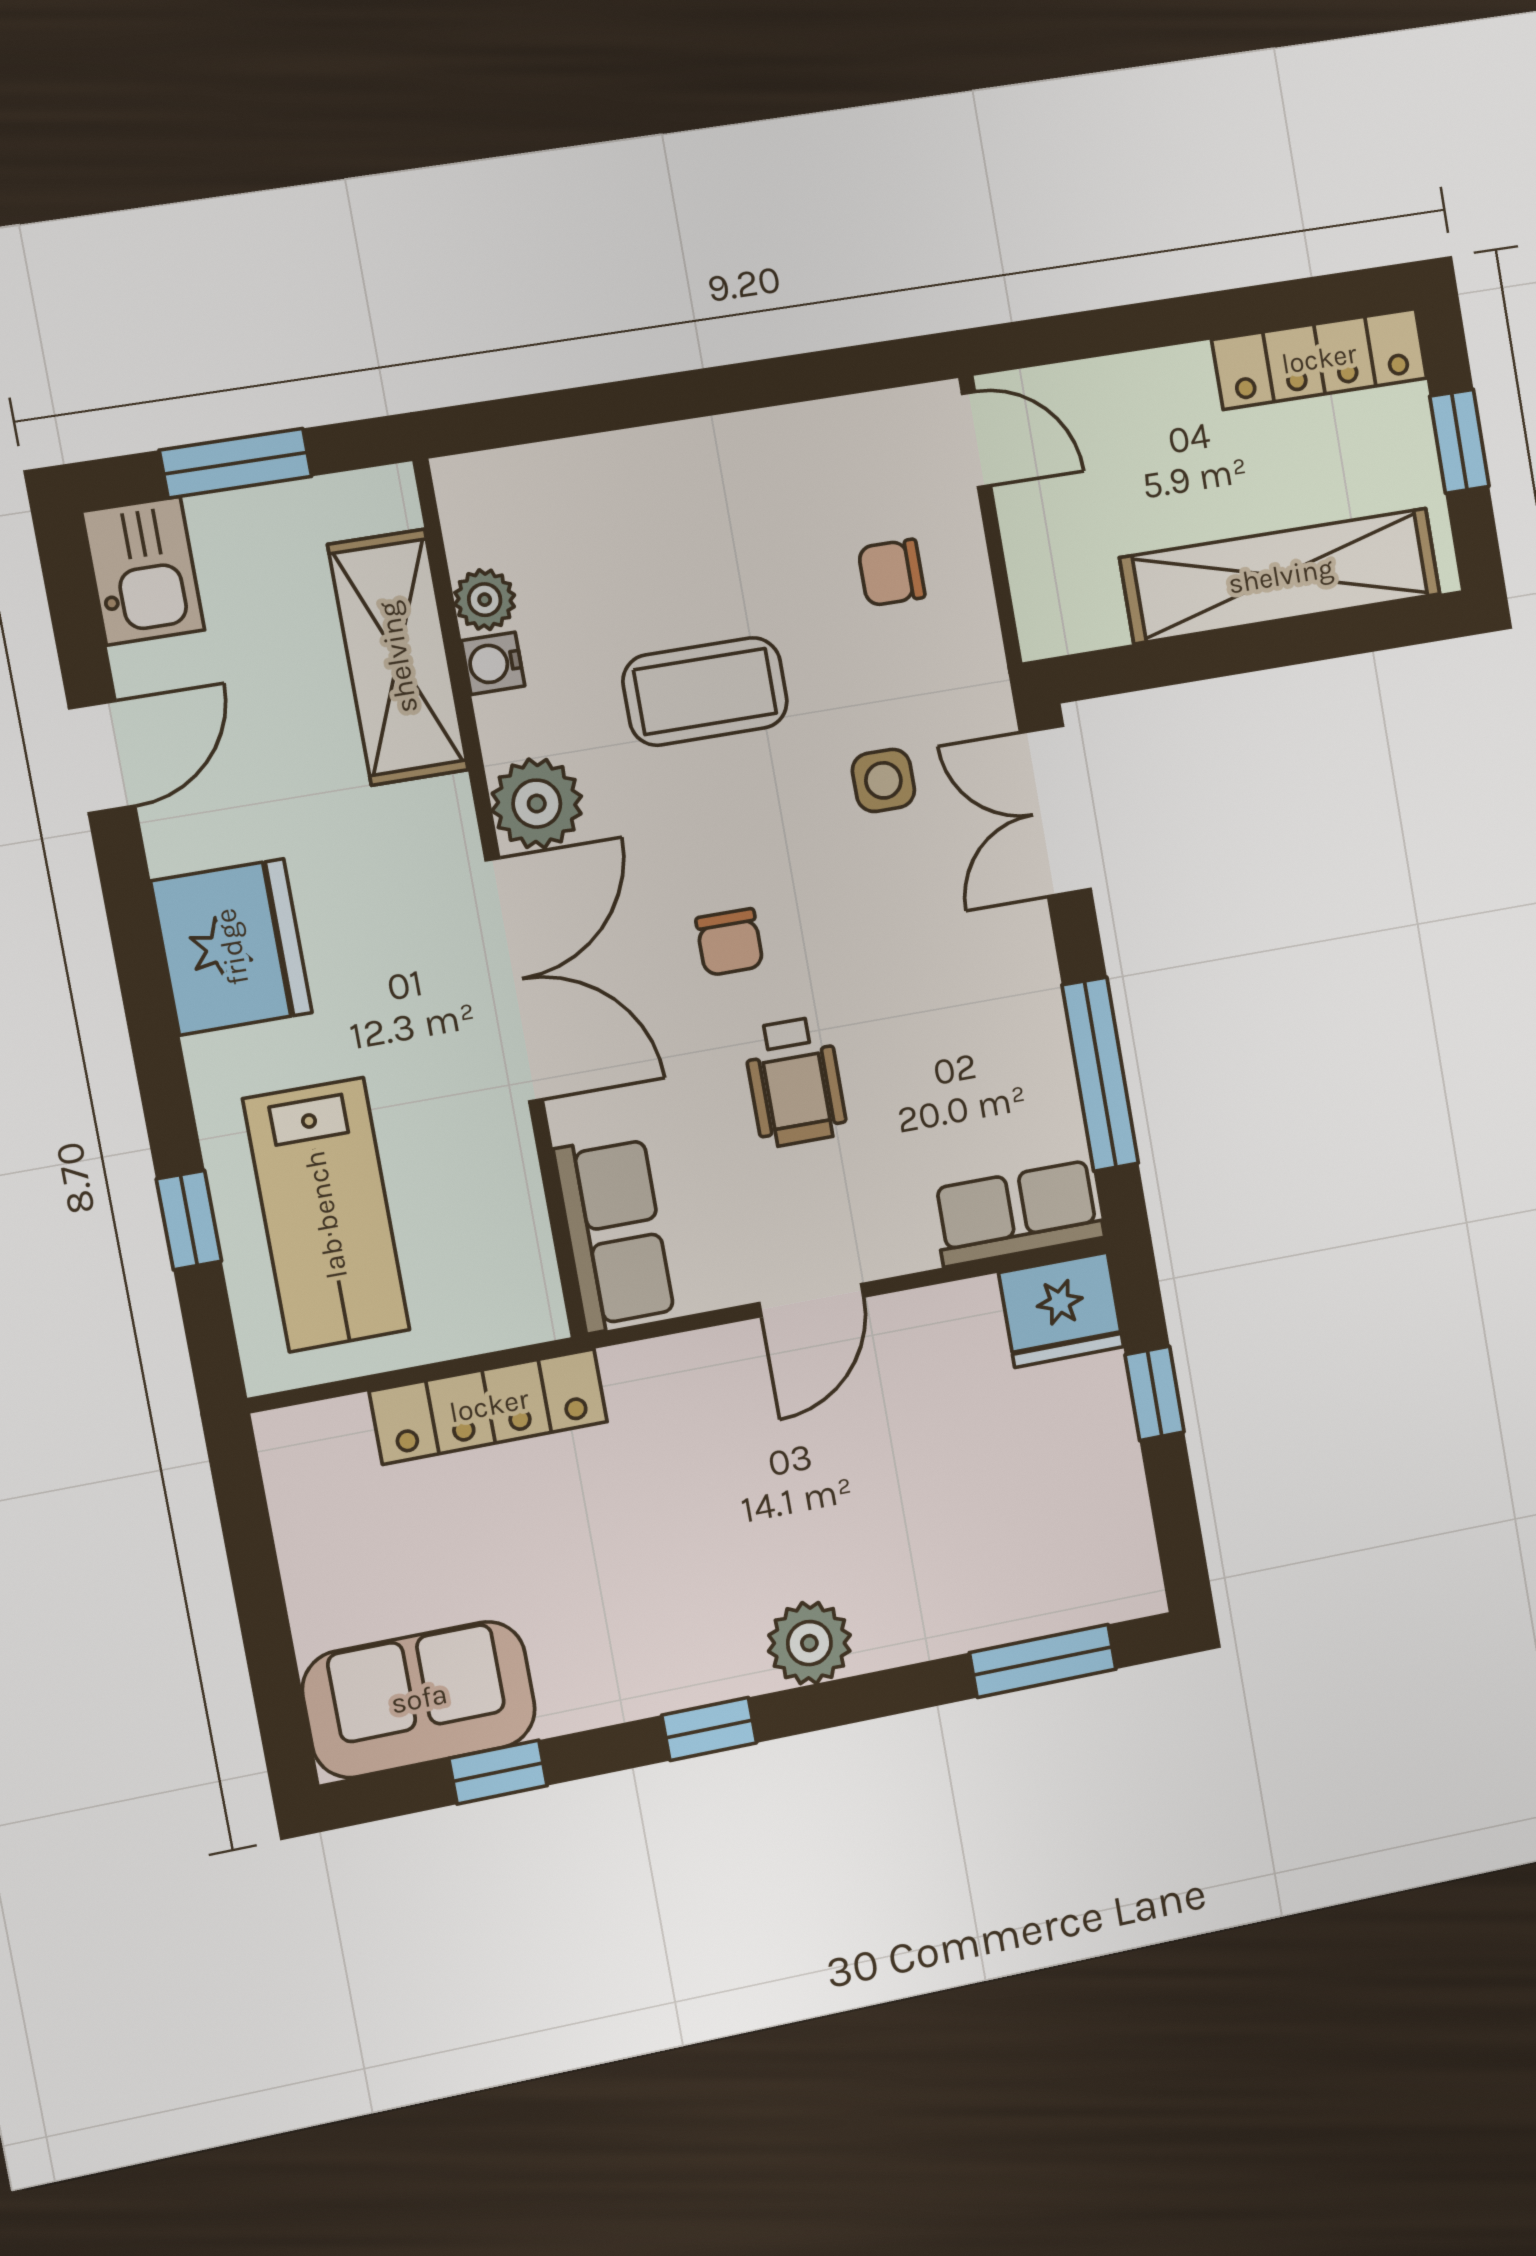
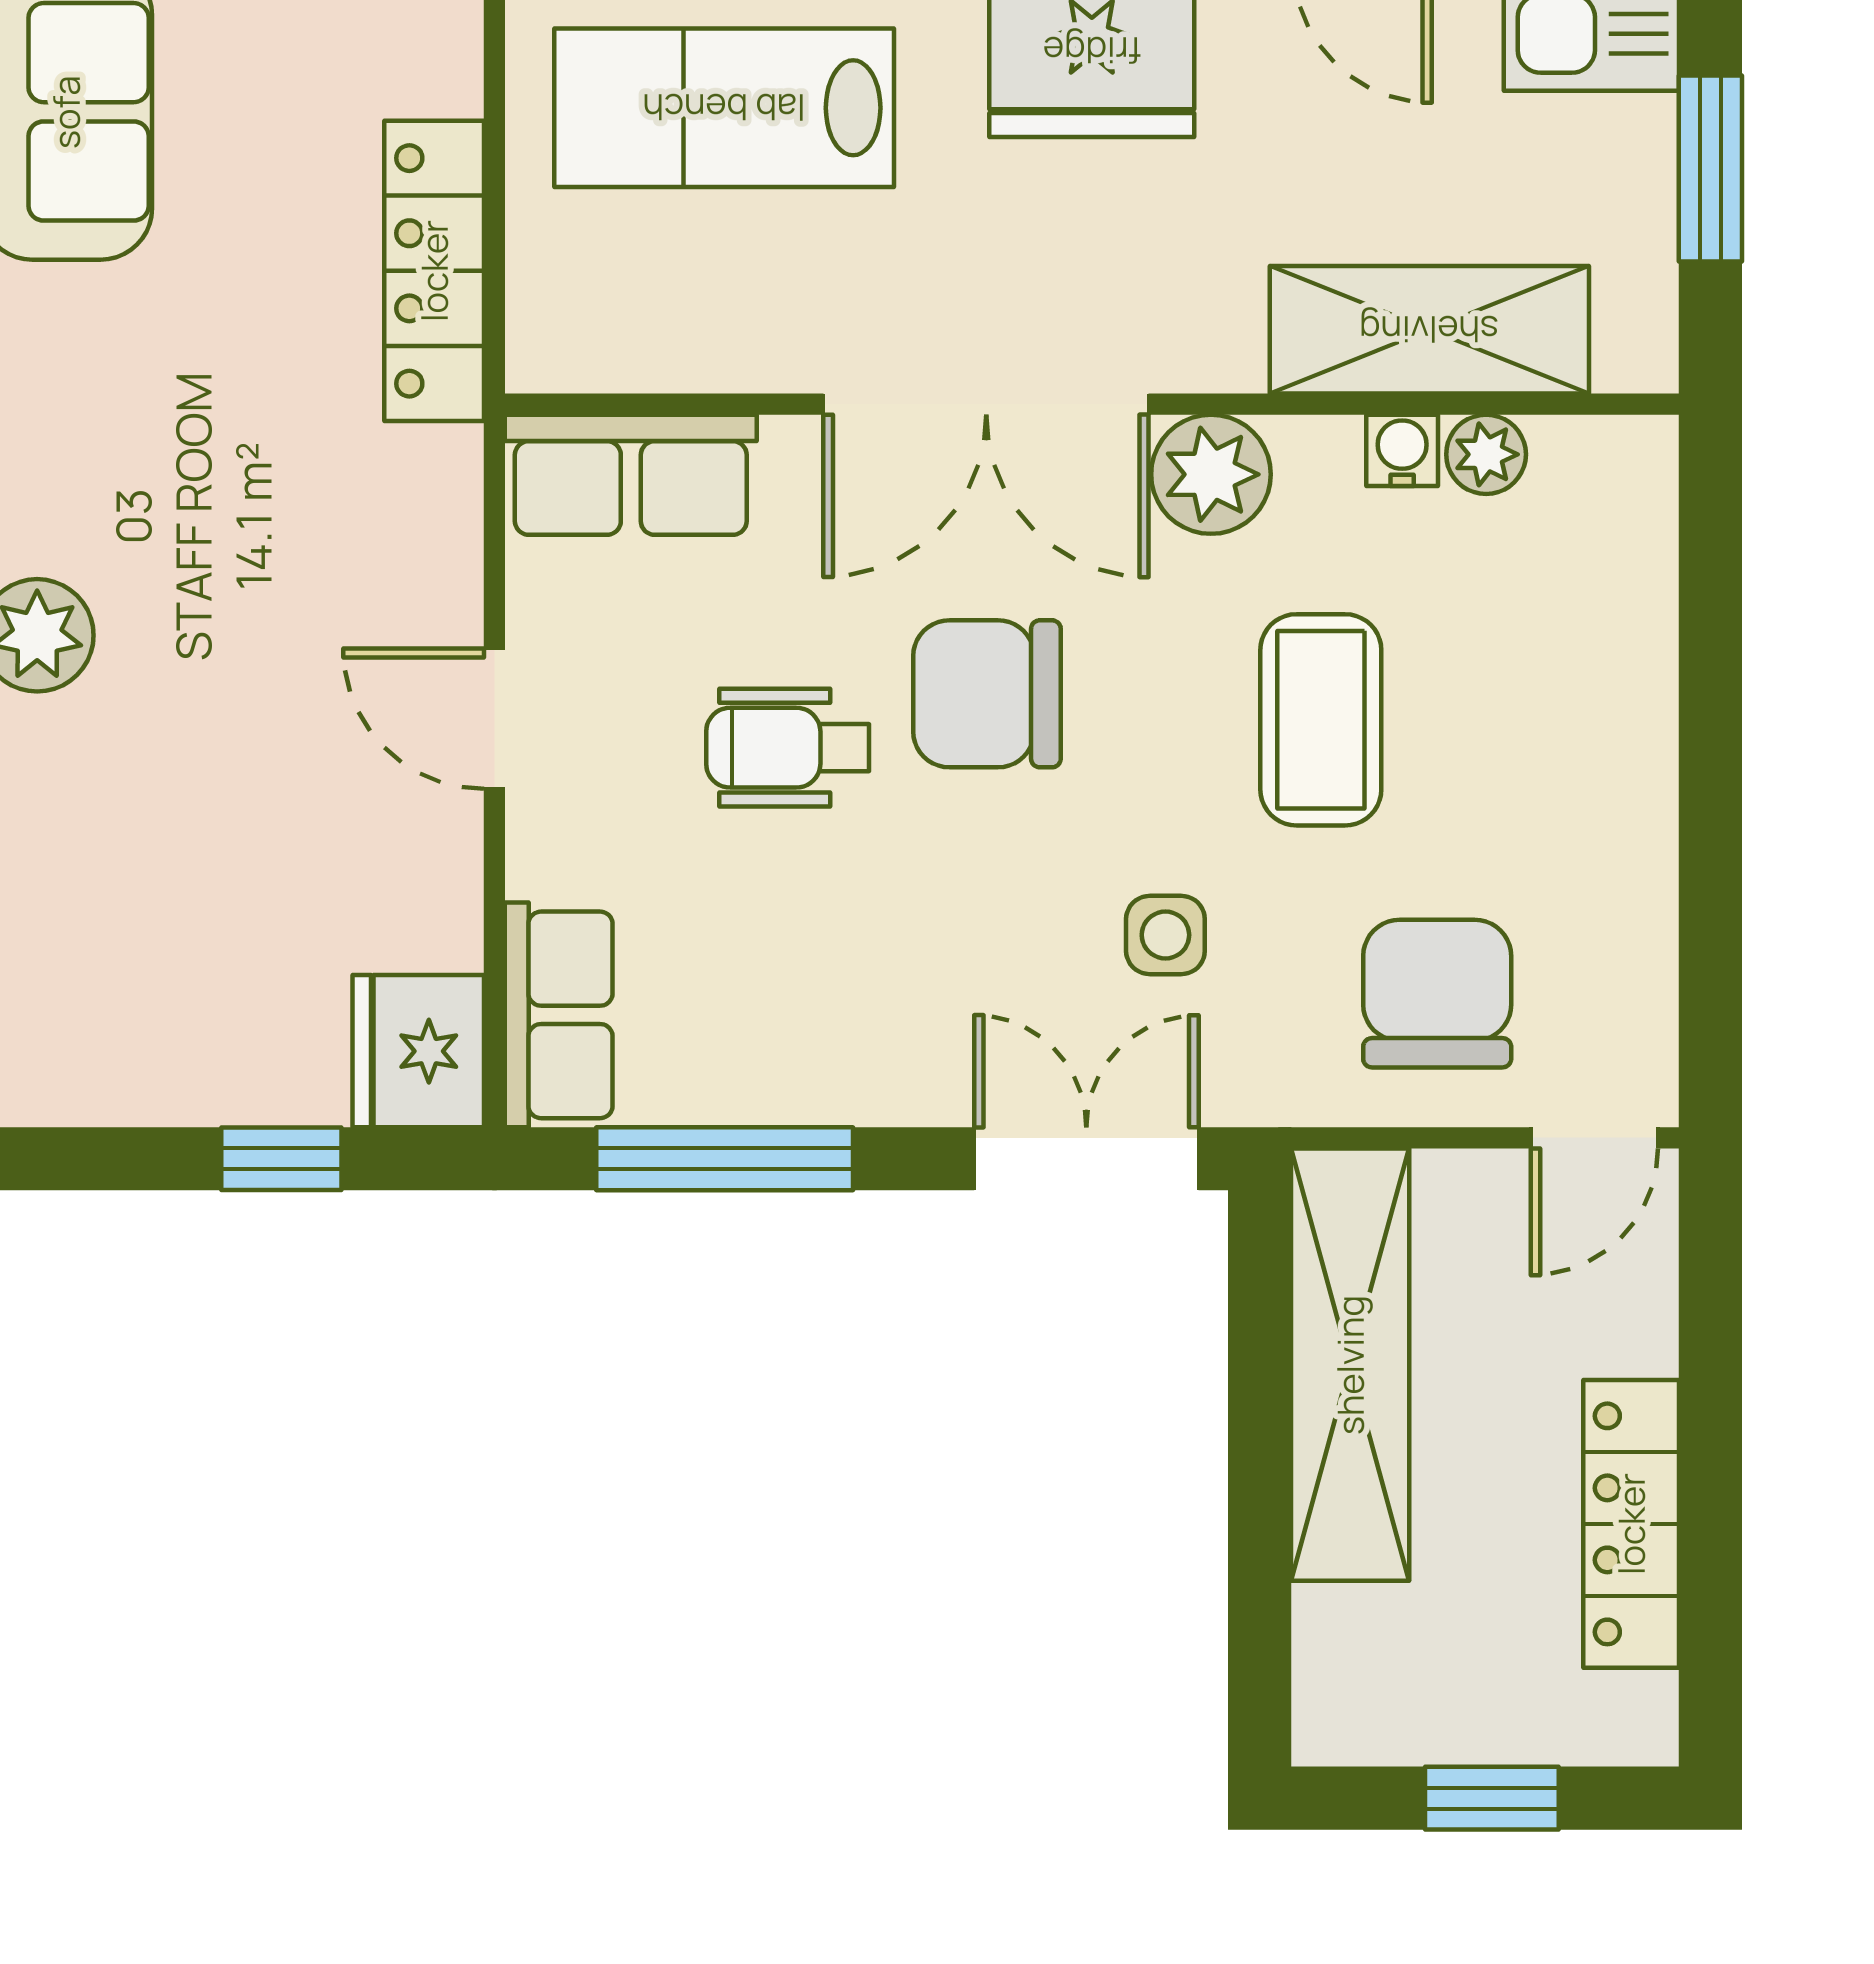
locker: (1319, 359) -> (1631, 1524), moved
chair: (891, 573) -> (1437, 994), width x1.87, depth x1.87
shelving: (1281, 576) -> (1350, 1365), moved
chair: (730, 942) -> (987, 694), width x1.87, depth x1.87

